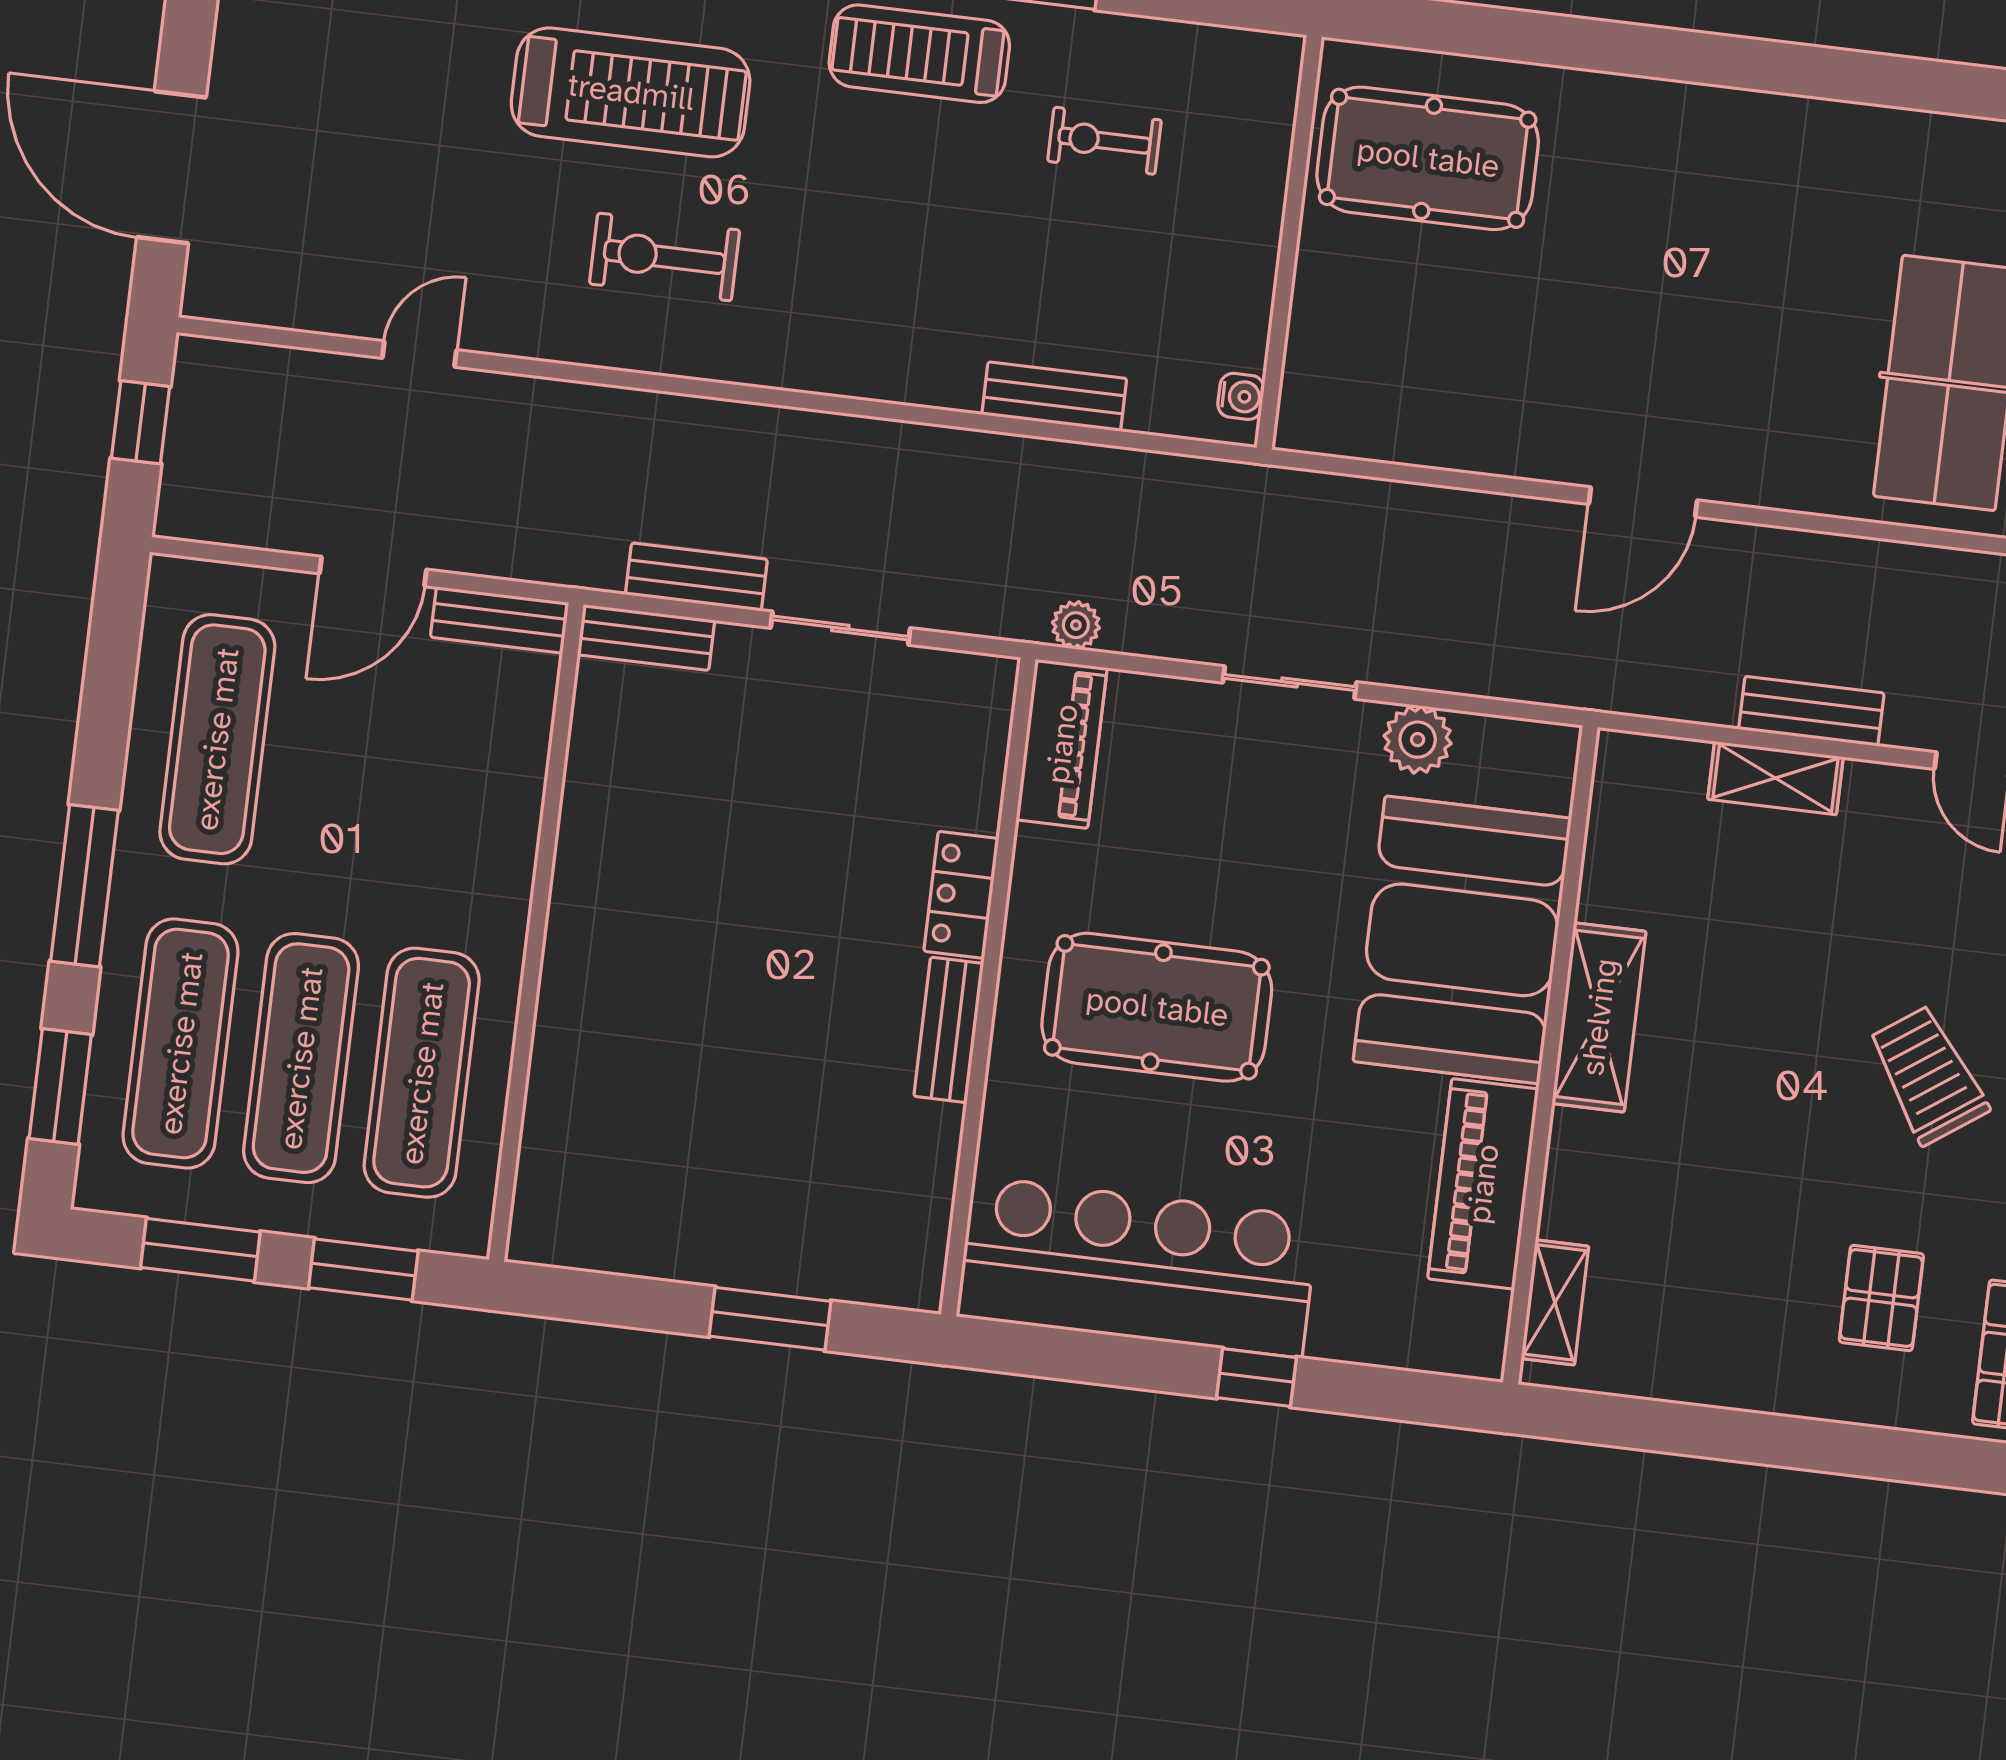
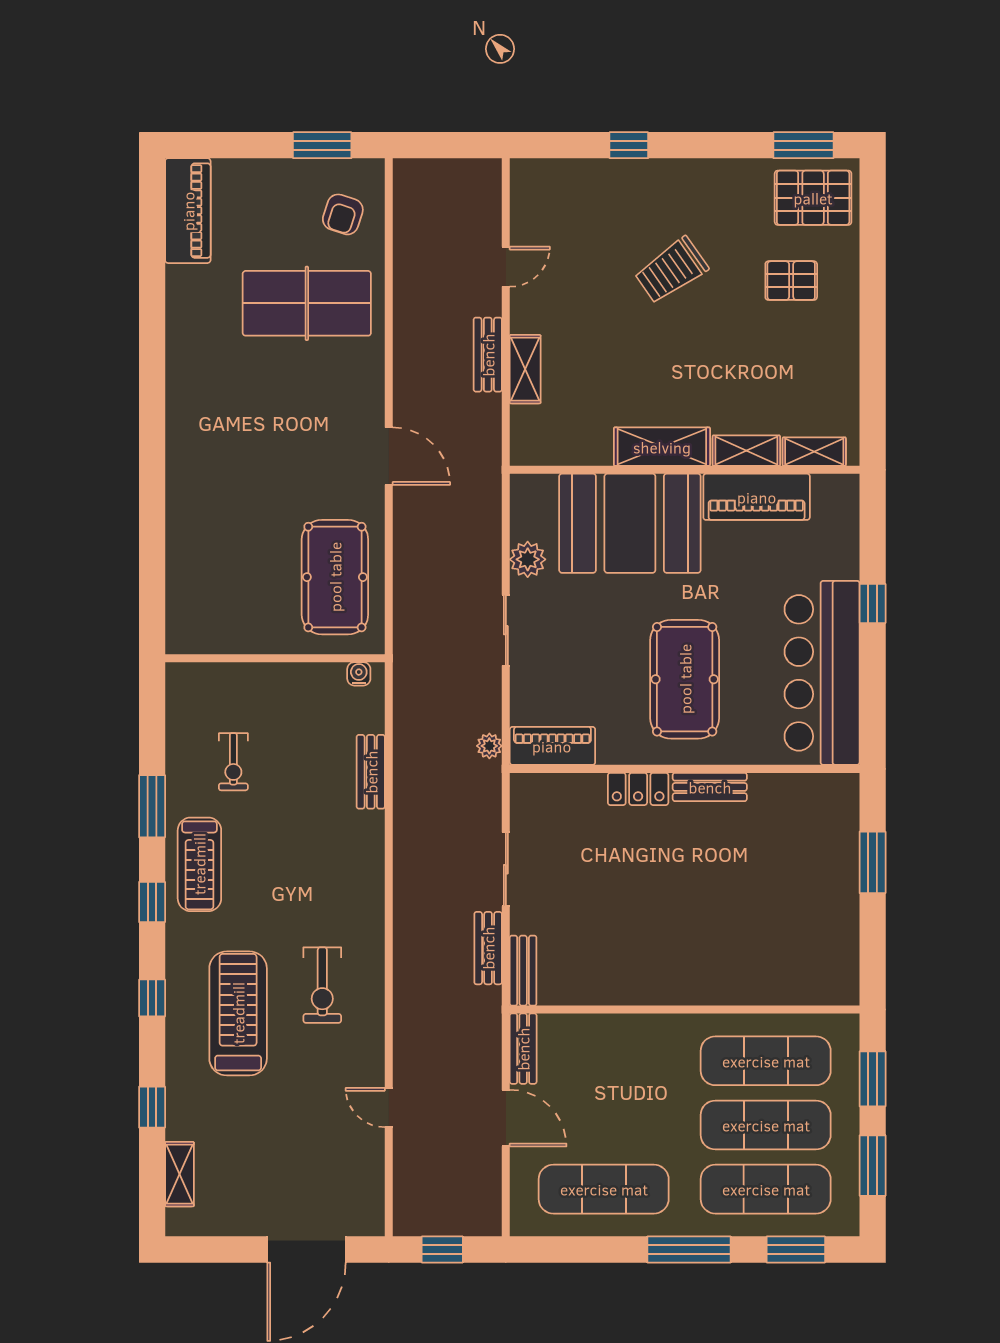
pool table: (1428, 158) -> (335, 577), moved
shelving: (1572, 1175) -> (746, 451), added

